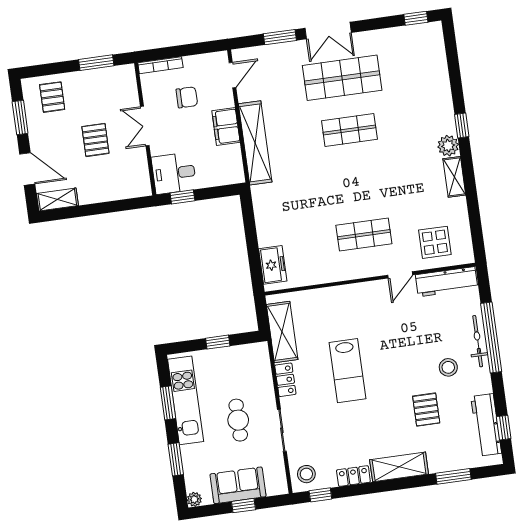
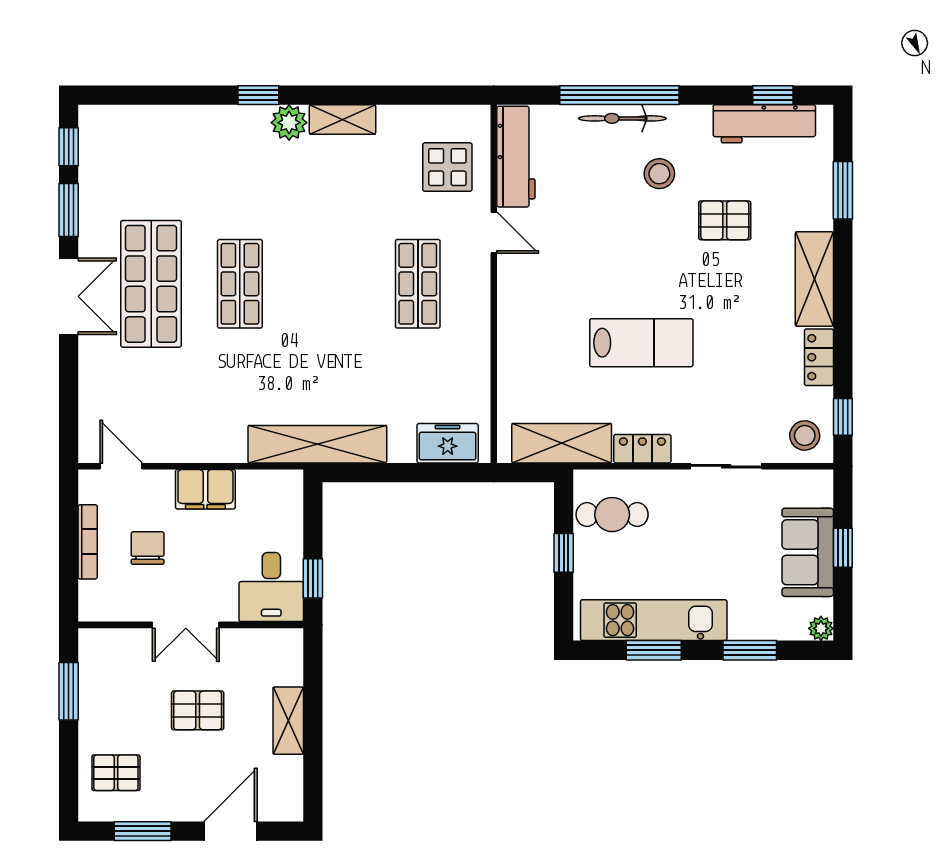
window: (280, 37) -> (69, 210), moved
bookcase: (160, 65) -> (88, 542), moved
shelving: (255, 143) -> (317, 444), moved
shelving: (57, 199) -> (288, 721), moved
cafe table: (238, 420) -> (612, 515), moved

